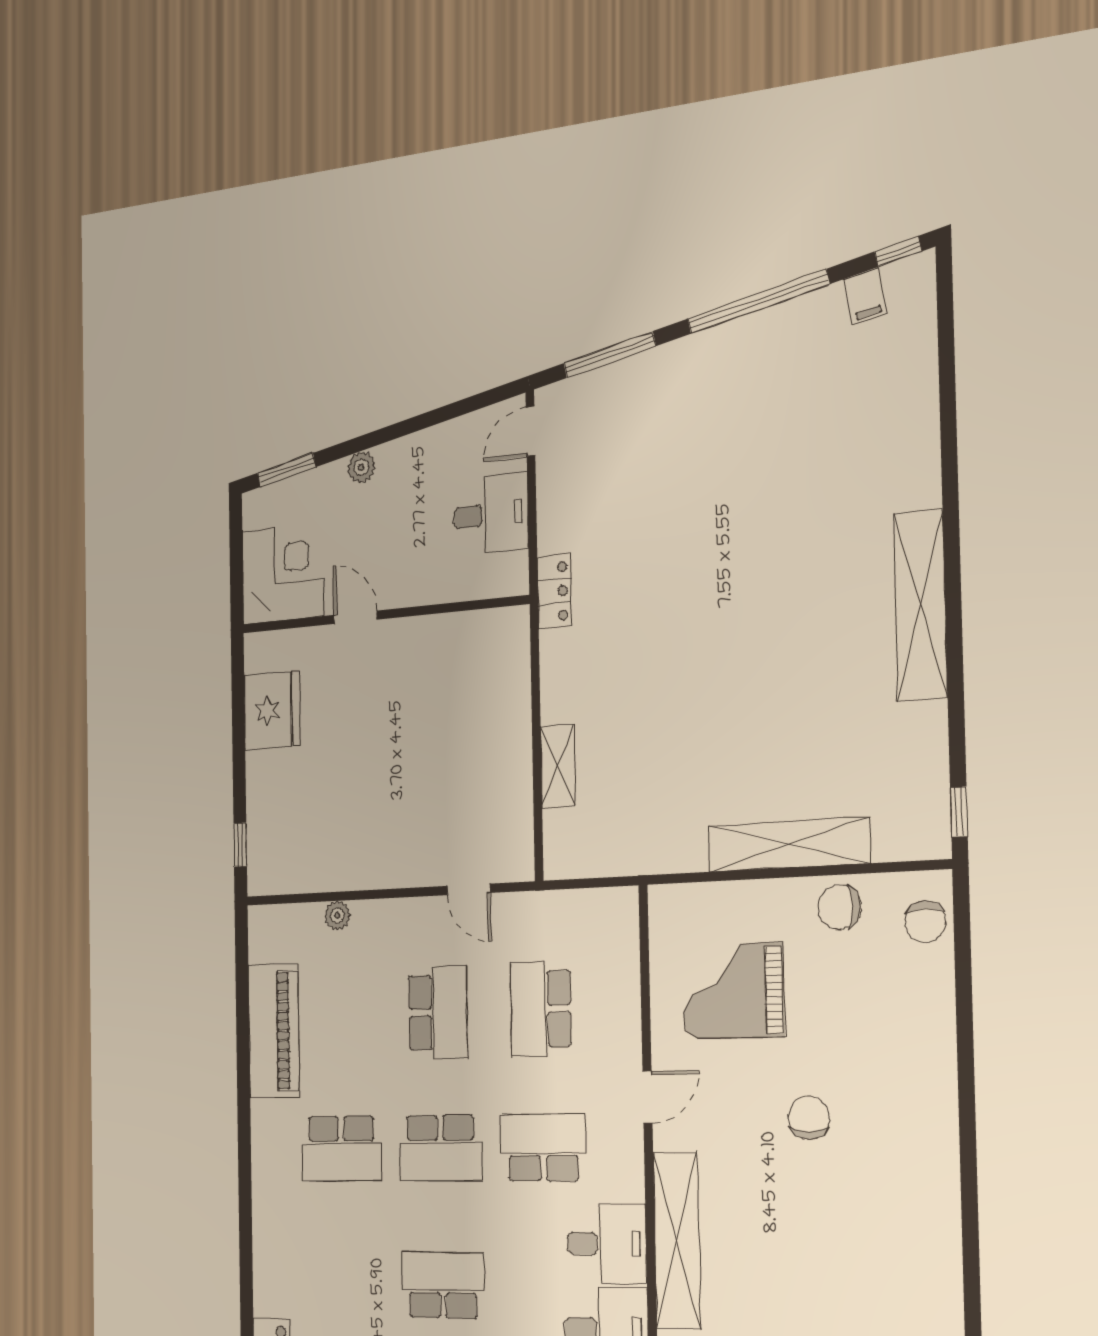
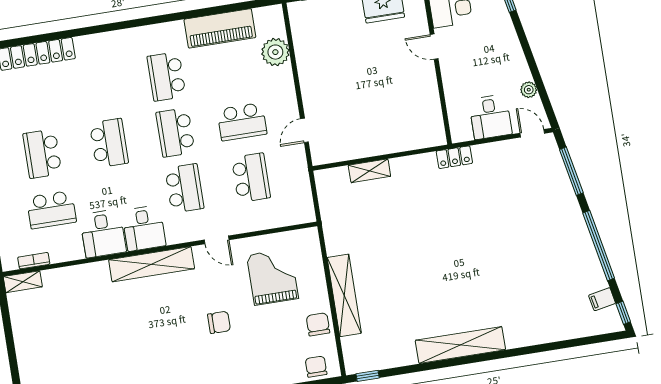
plant: (361, 467) -> (529, 90), moved
door: (355, 617) -> (434, 47), swing flipped
plant: (337, 916) -> (275, 52), width x1.88, depth x1.88
chair: (925, 922) -> (316, 367), turned 90
school desk: (541, 1009) -> (251, 178), turned 90

